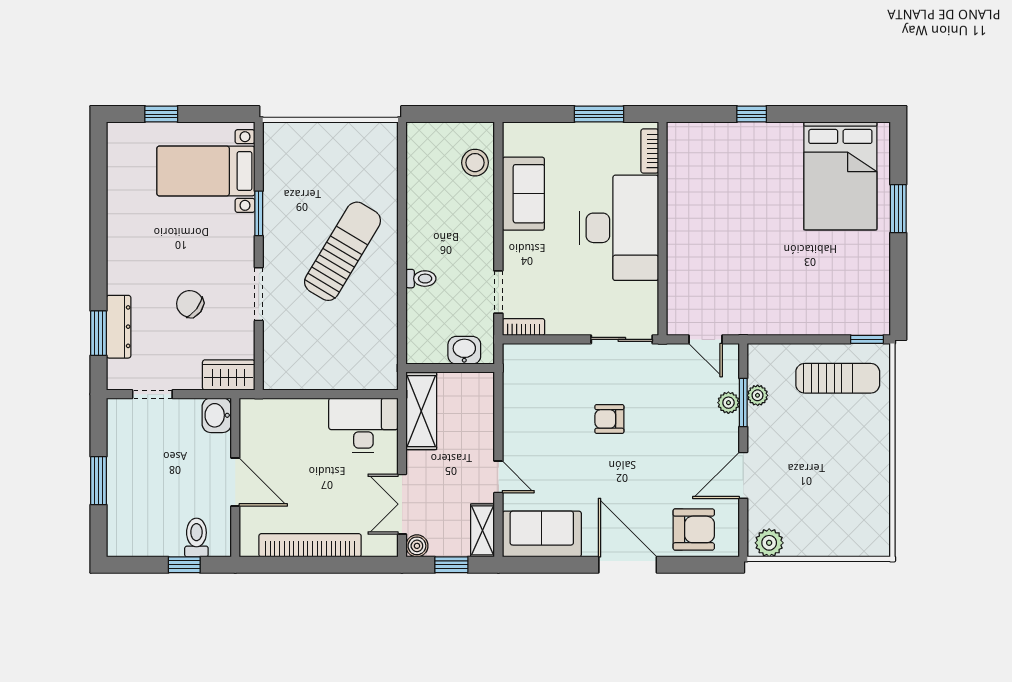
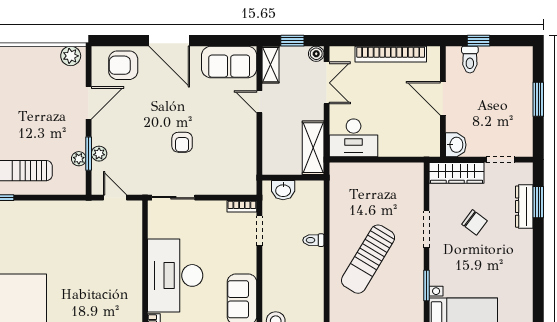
wardrobe: (229, 375) -> (457, 173), width x1.50
armchair: (609, 419) -> (182, 142), turned 90

